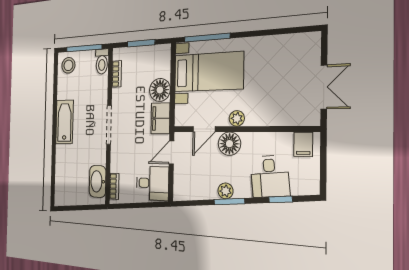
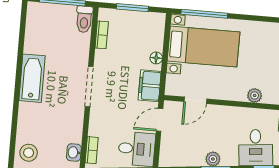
stool: (68, 65) -> (29, 153), moved
floor lamp: (160, 90) -> (156, 58), width x0.53, depth x0.53
plant: (237, 118) -> (255, 95), moved
floor lamp: (229, 144) -> (220, 116), removed
washbasin: (98, 181) -> (74, 152), width x0.52, depth x0.69

